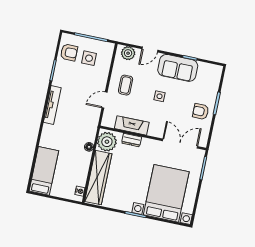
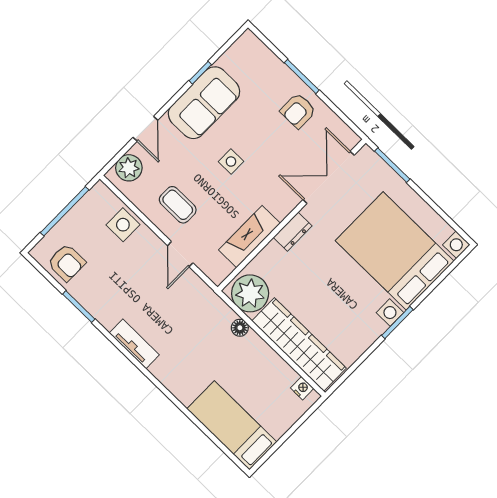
armchair: (69, 52) -> (66, 263), turned 90
side table: (89, 58) -> (123, 225), moved
tv unit: (52, 105) -> (134, 344), width x0.71
dresser: (132, 140) -> (293, 232), moved

